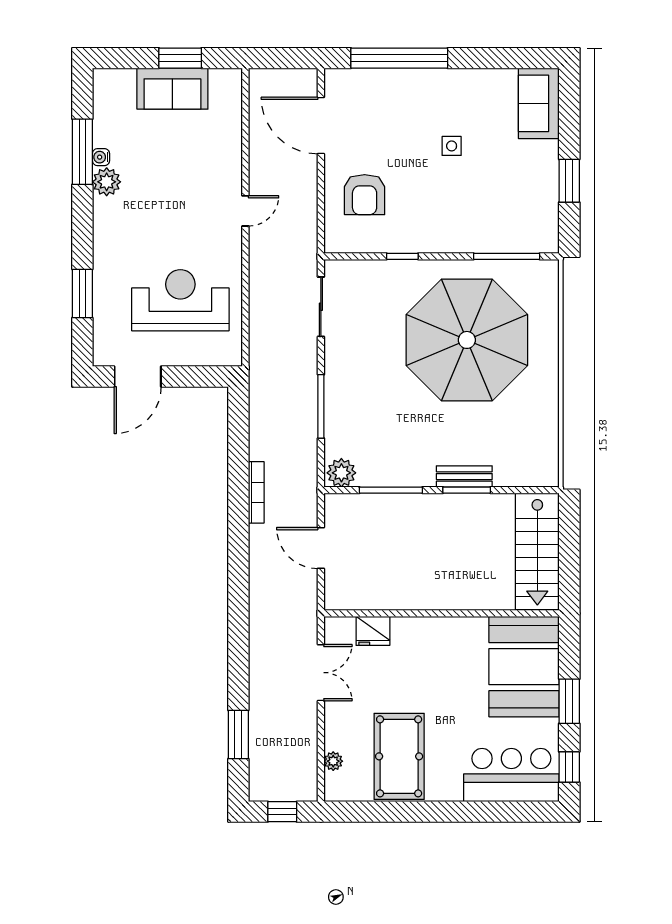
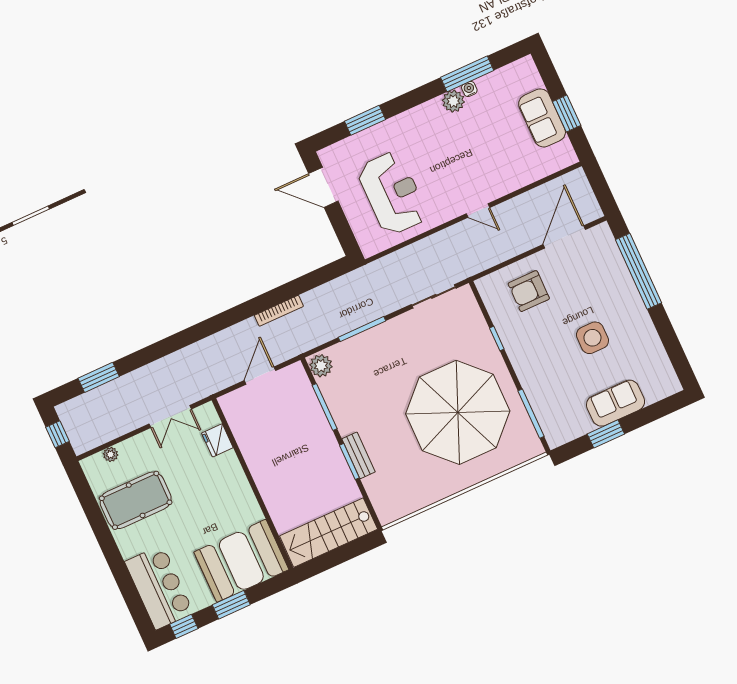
sofa: (539, 103) -> (616, 403), moved
side table: (452, 146) -> (592, 338), width x1.87, depth x1.87

